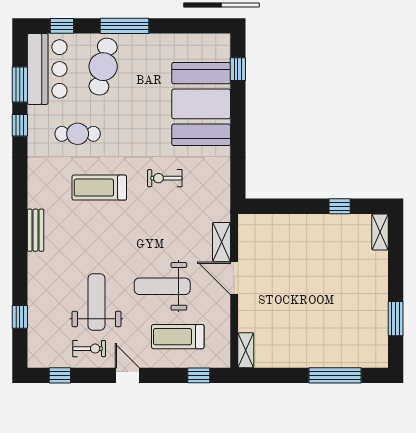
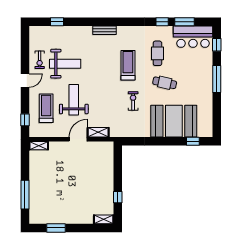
cafe table: (103, 67) -> (165, 83), moved, width x0.73, depth x0.74
window: (60, 375) -> (25, 44), removed

